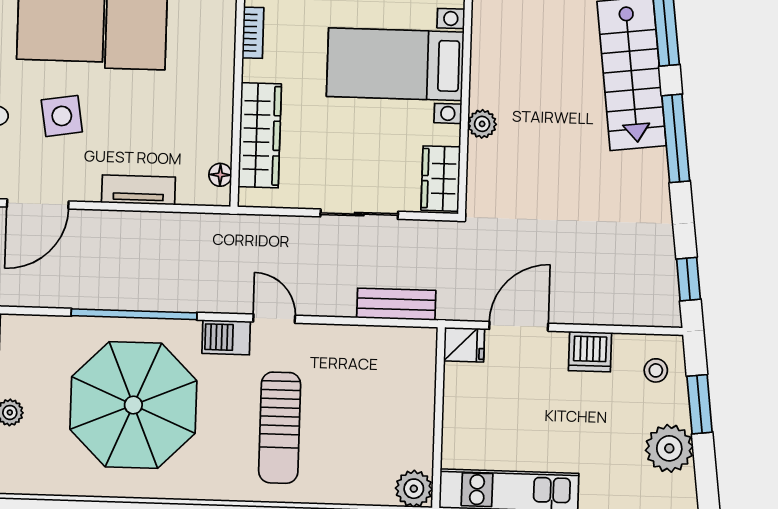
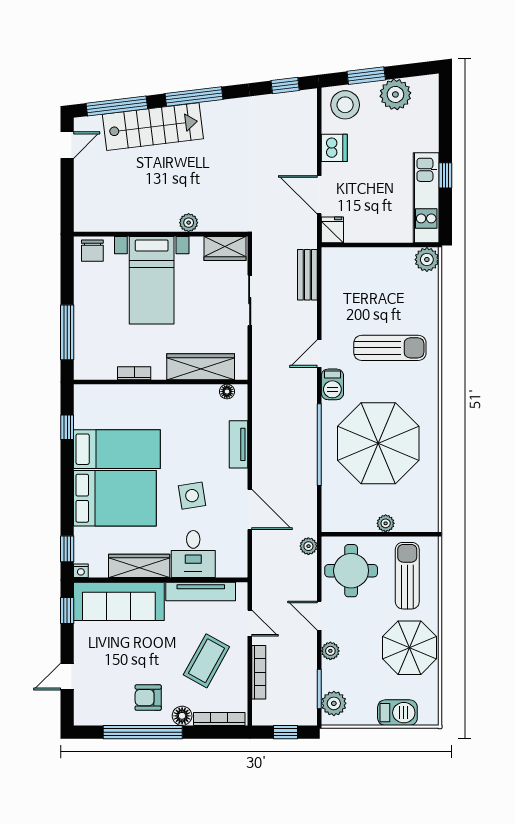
stool: (656, 370) -> (345, 105), width x1.89, depth x1.89

